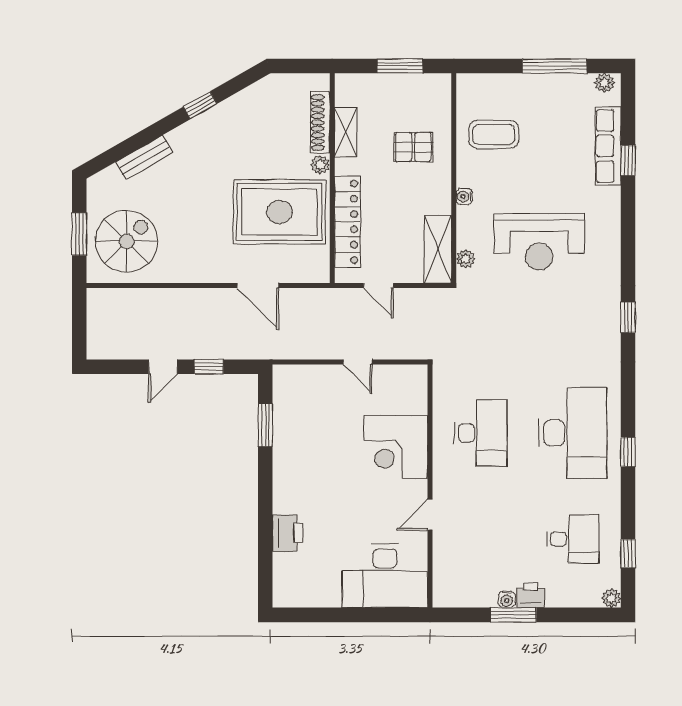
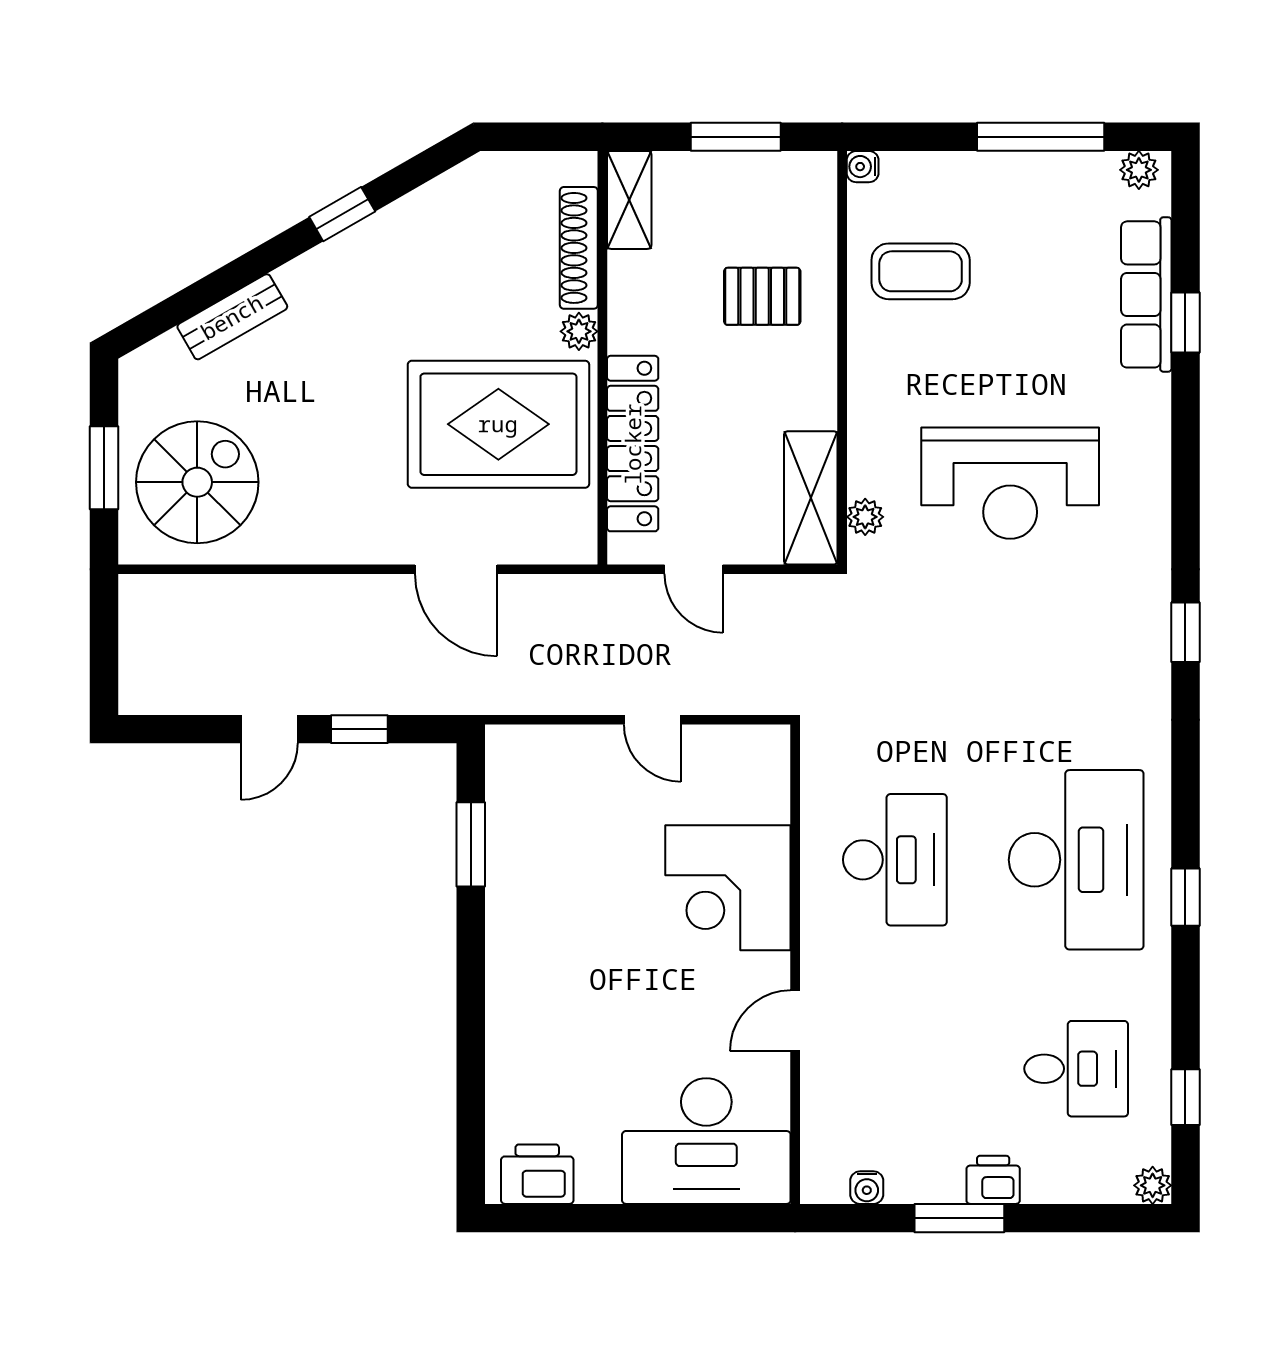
shelving: (346, 132) -> (629, 200), moved
water cooler: (464, 197) -> (863, 167), moved
printer: (288, 533) -> (537, 1174), moved, turned -90
water cooler: (507, 599) -> (867, 1188), moved

